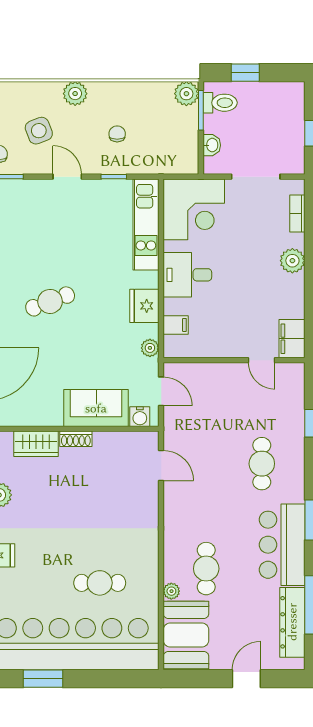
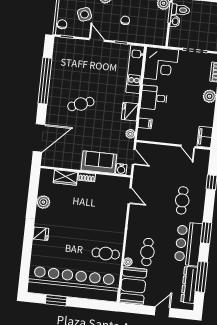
washbasin: (212, 145) -> (175, 21), moved
cafe table: (100, 583) -> (106, 253), moved

